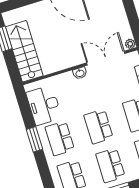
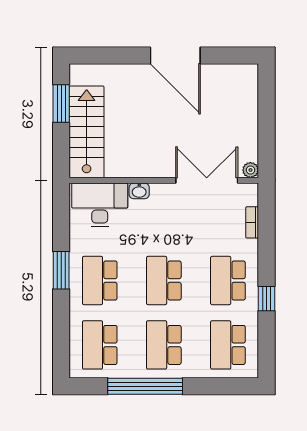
washbasin: (80, 73) -> (139, 191), moved
desk: (44, 105) -> (100, 205), moved, turned 90

